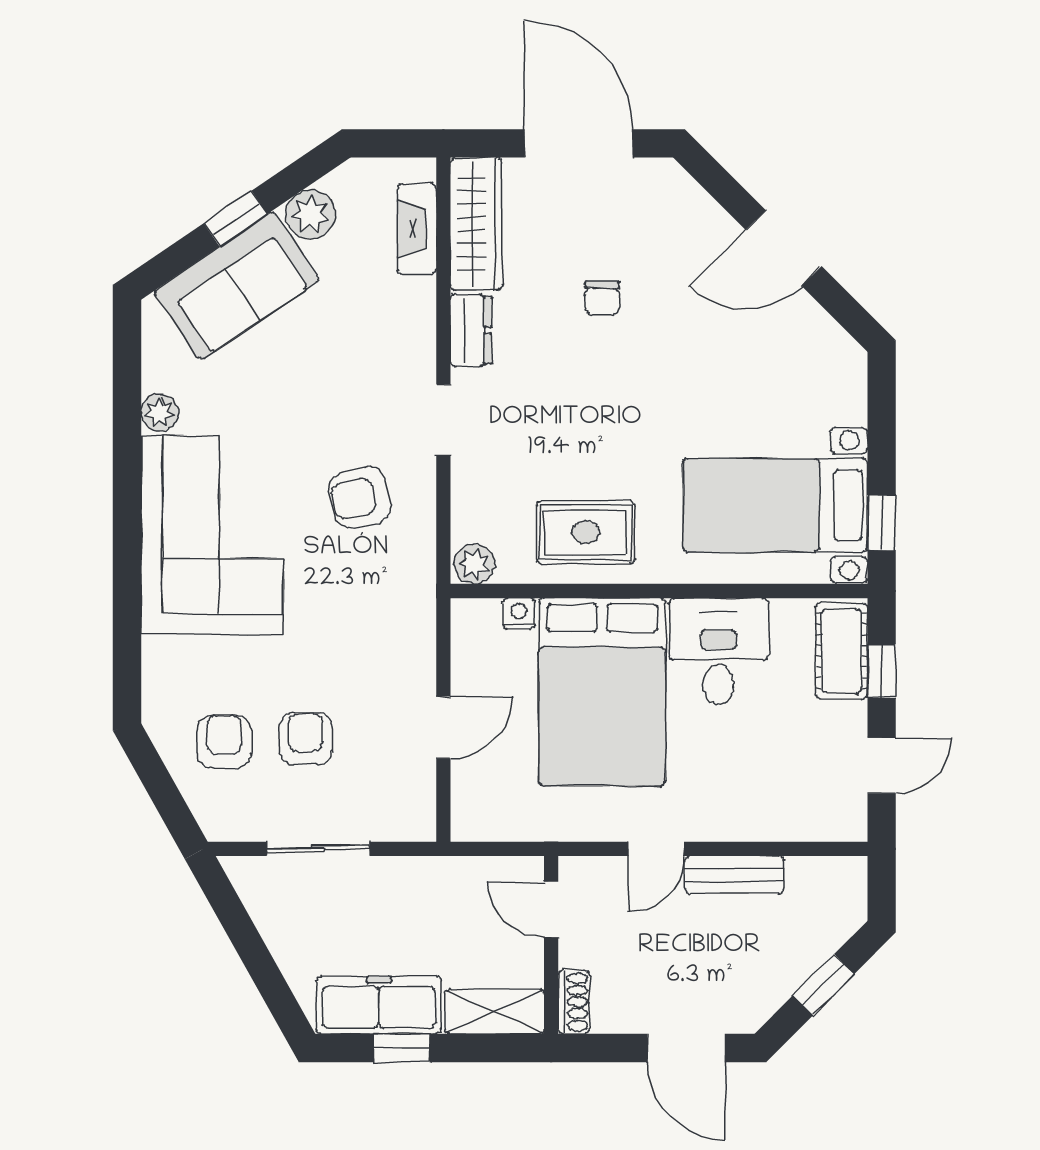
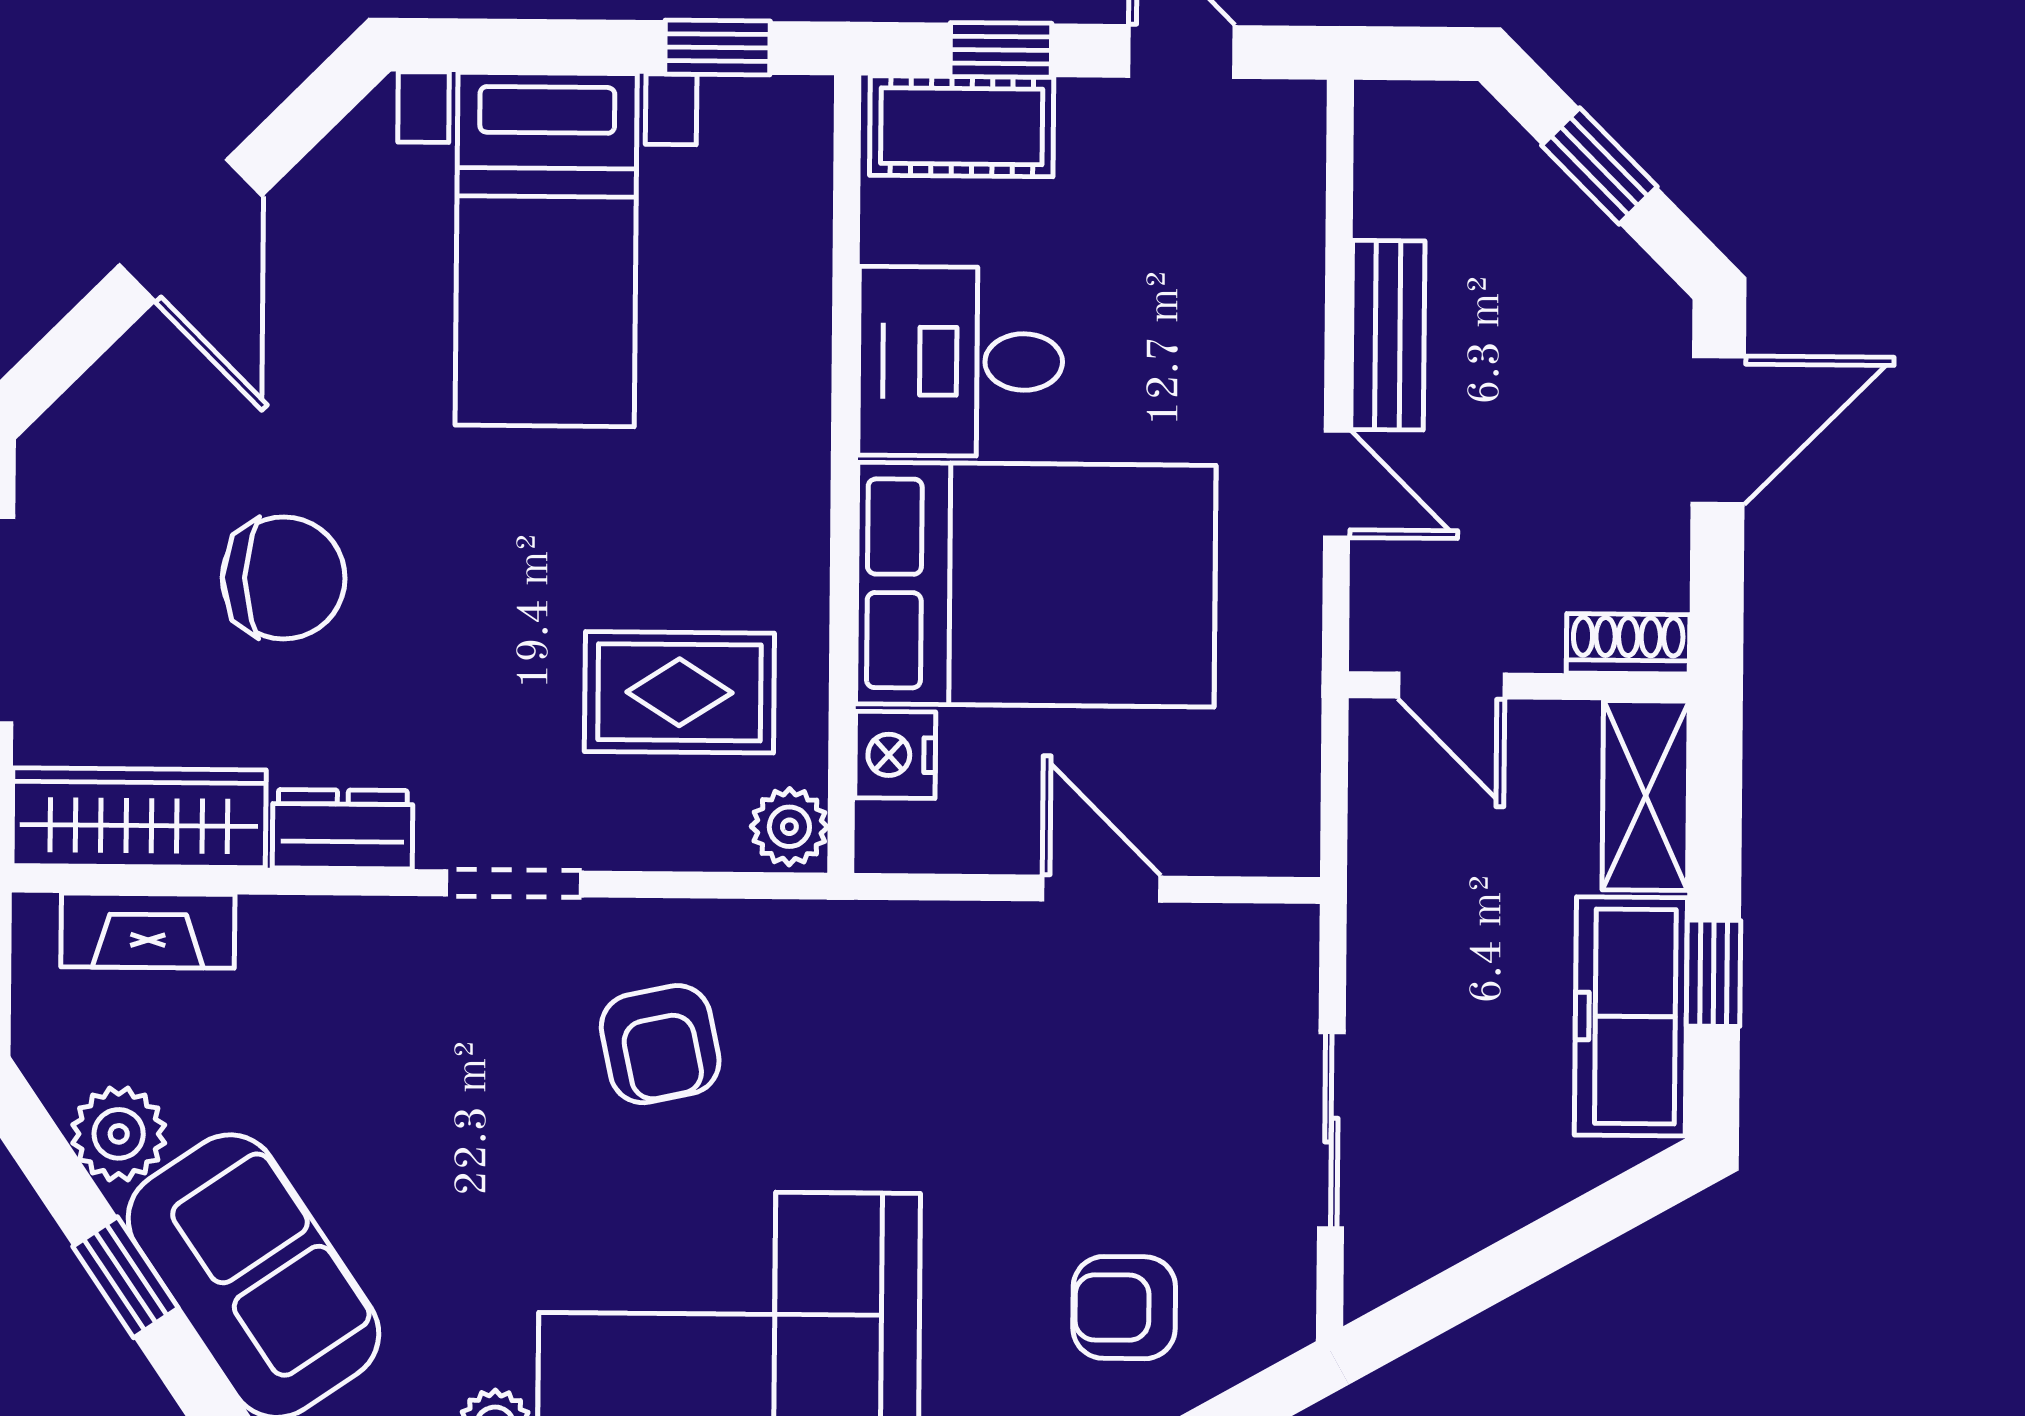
chair: (602, 298) -> (284, 578), width x1.87, depth x1.87
bed with nightstands: (775, 505) -> (546, 249), moved
rug: (586, 532) -> (679, 692), moved, turned 90
nightstand: (519, 614) -> (895, 755), width x1.39, depth x1.35
armchair: (306, 739) -> (1121, 1152), removed
door: (551, 910) -> (1451, 686), hinge flipped

